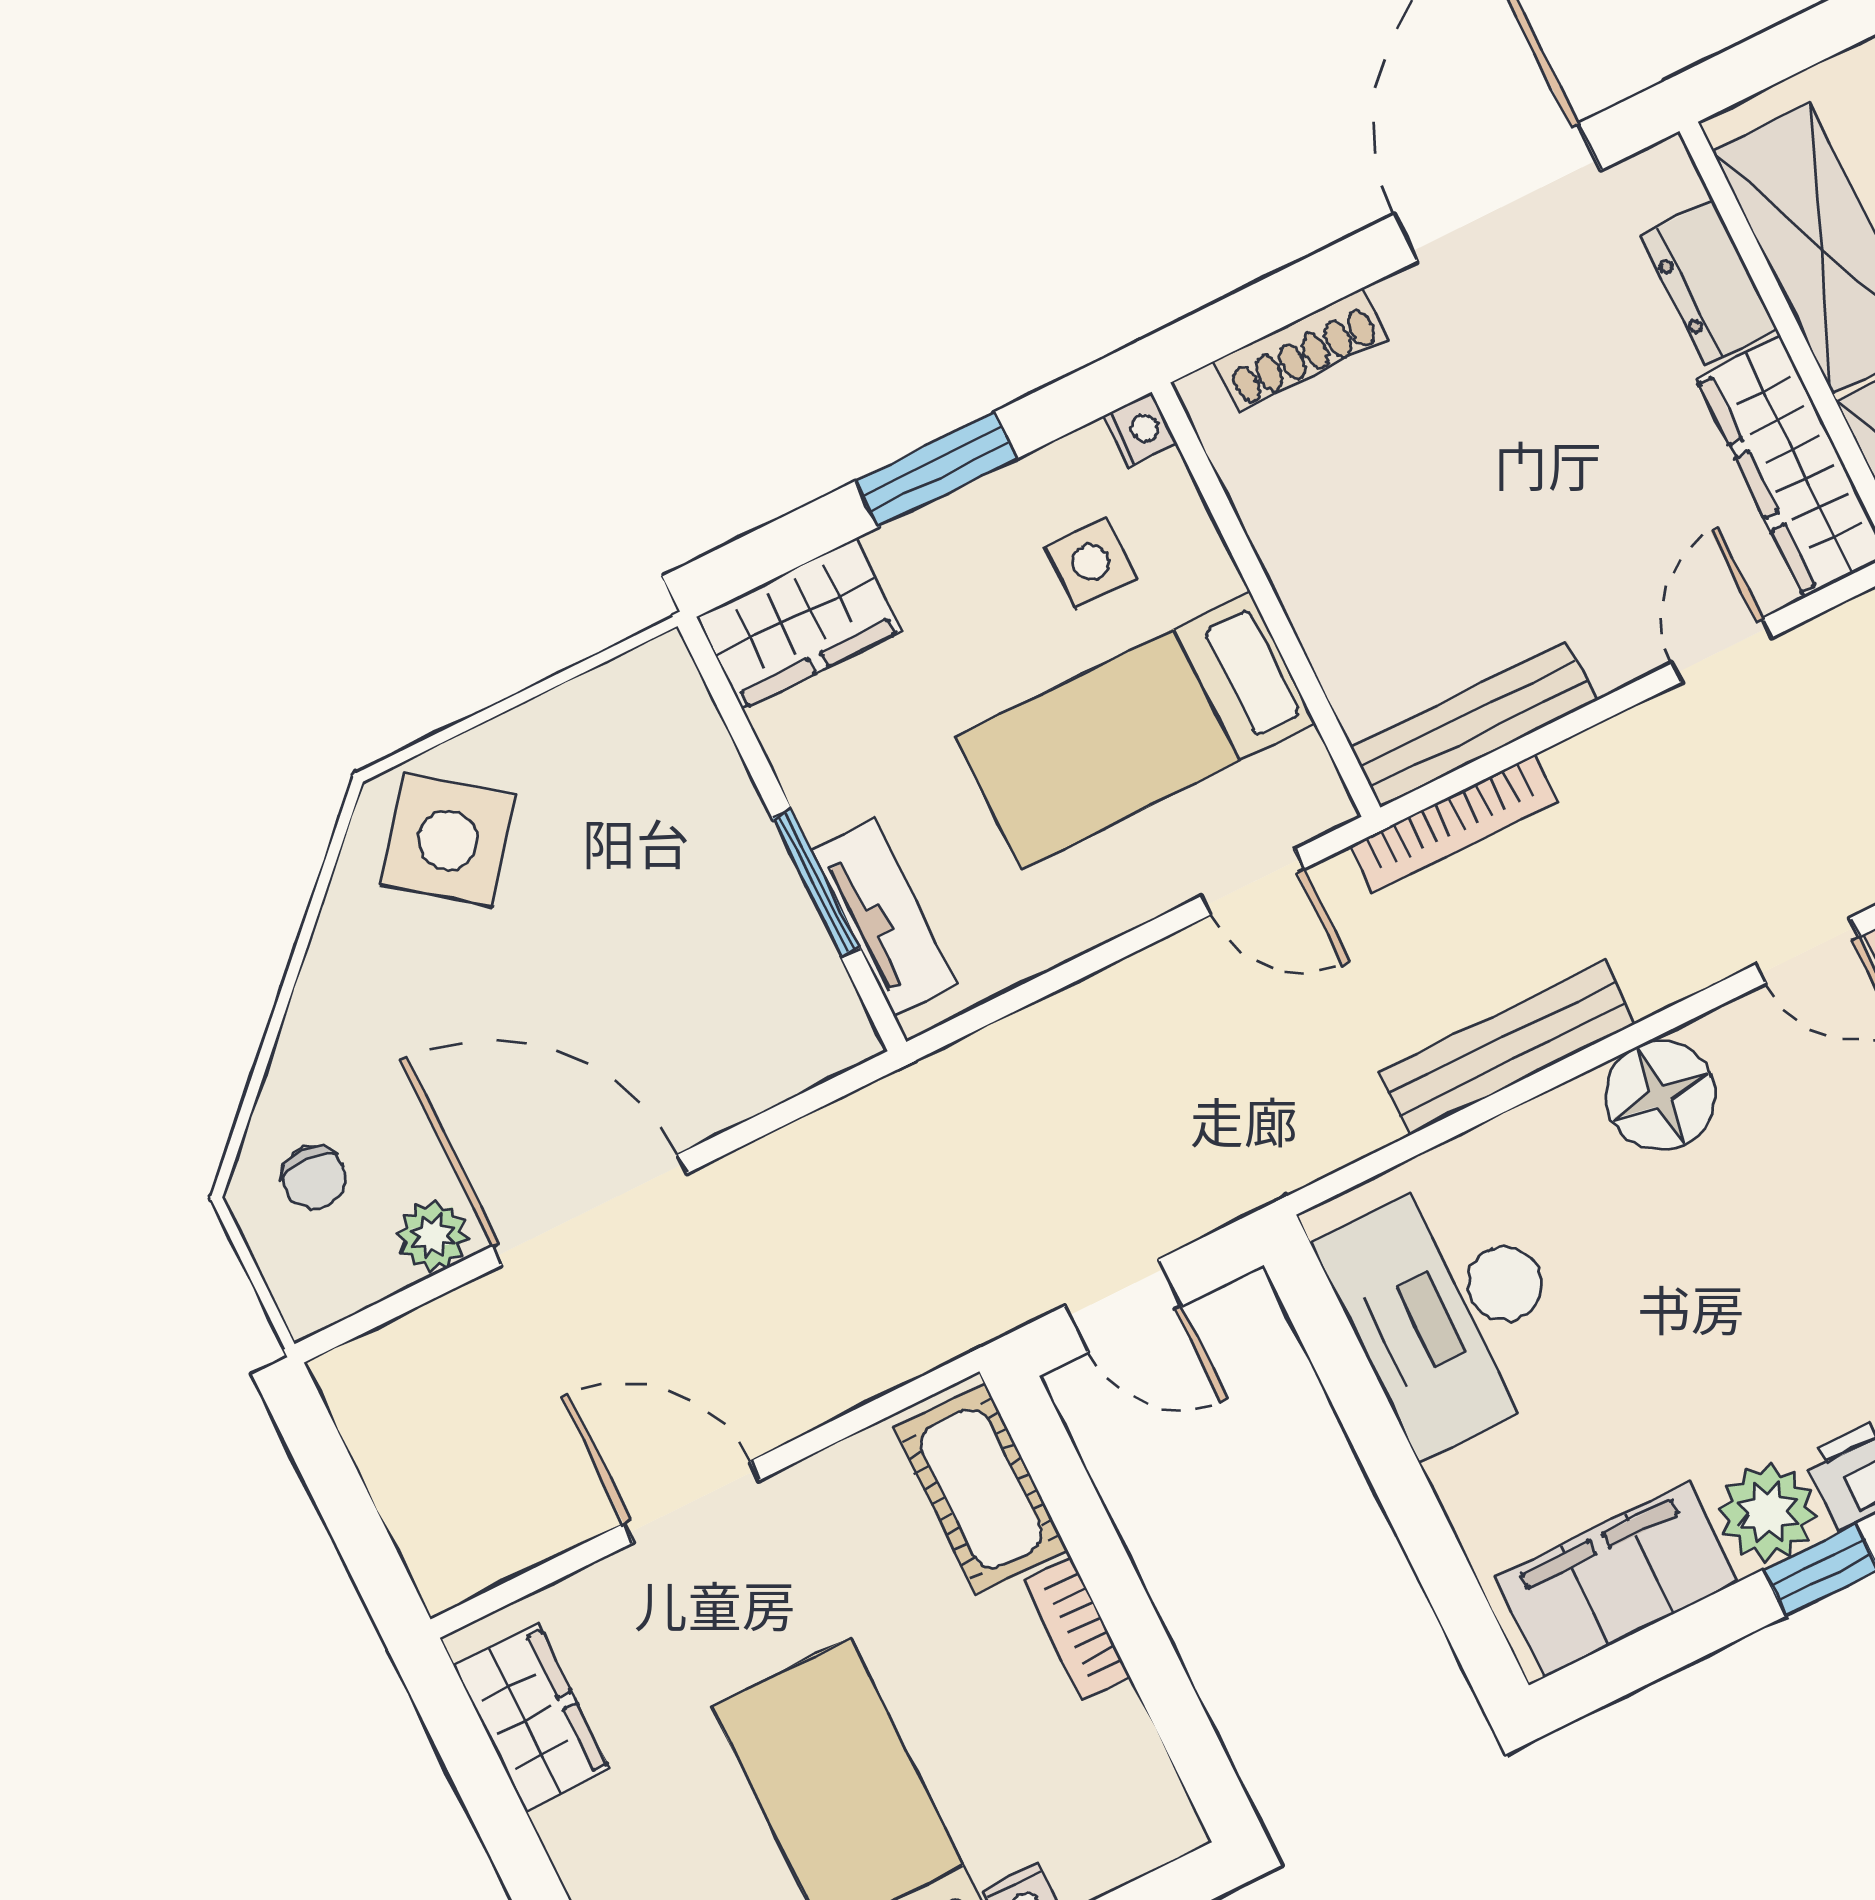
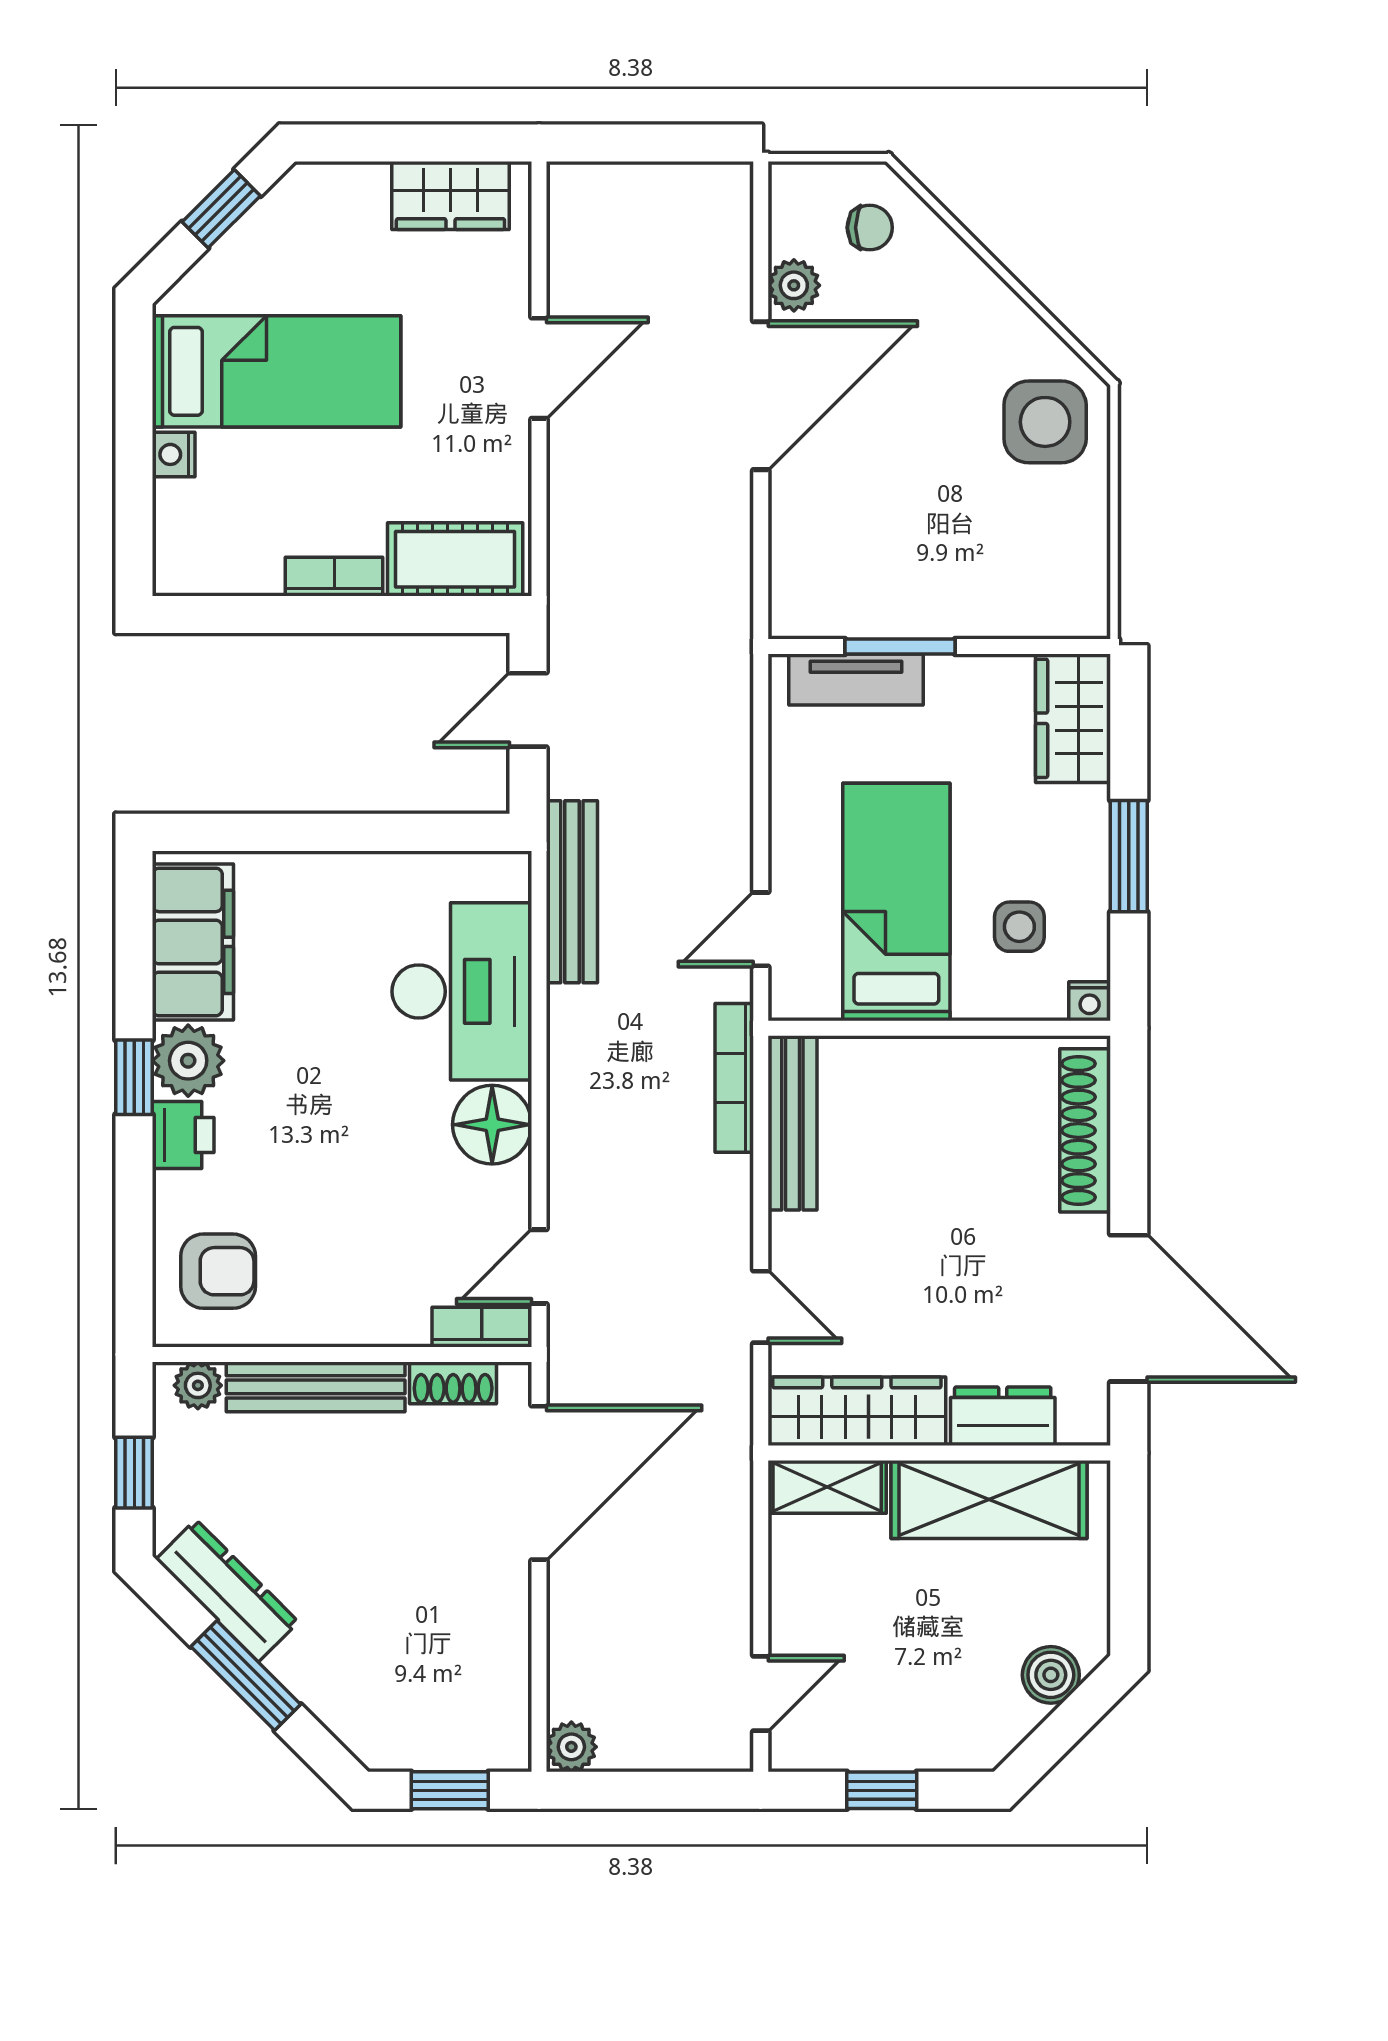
shoe rack: (1301, 350) -> (1085, 1130), width x1.36, depth x1.24
side table: (448, 840) -> (1045, 422), turned -38
bench: (1507, 1048) -> (572, 892), moved
chair: (314, 1177) -> (870, 228), turned 180
desk: (1451, 1310) -> (462, 991), moved, turned 90

